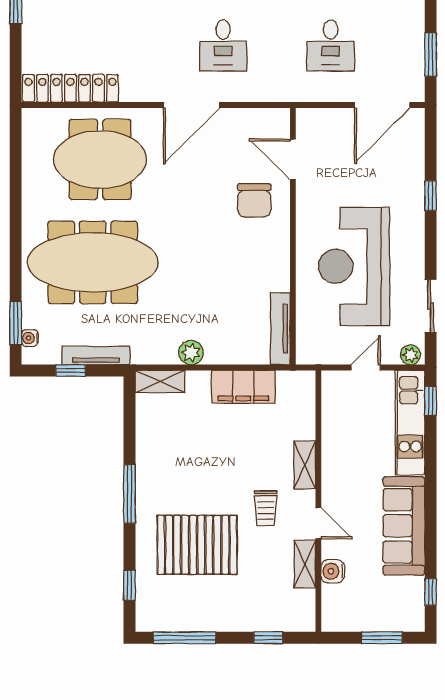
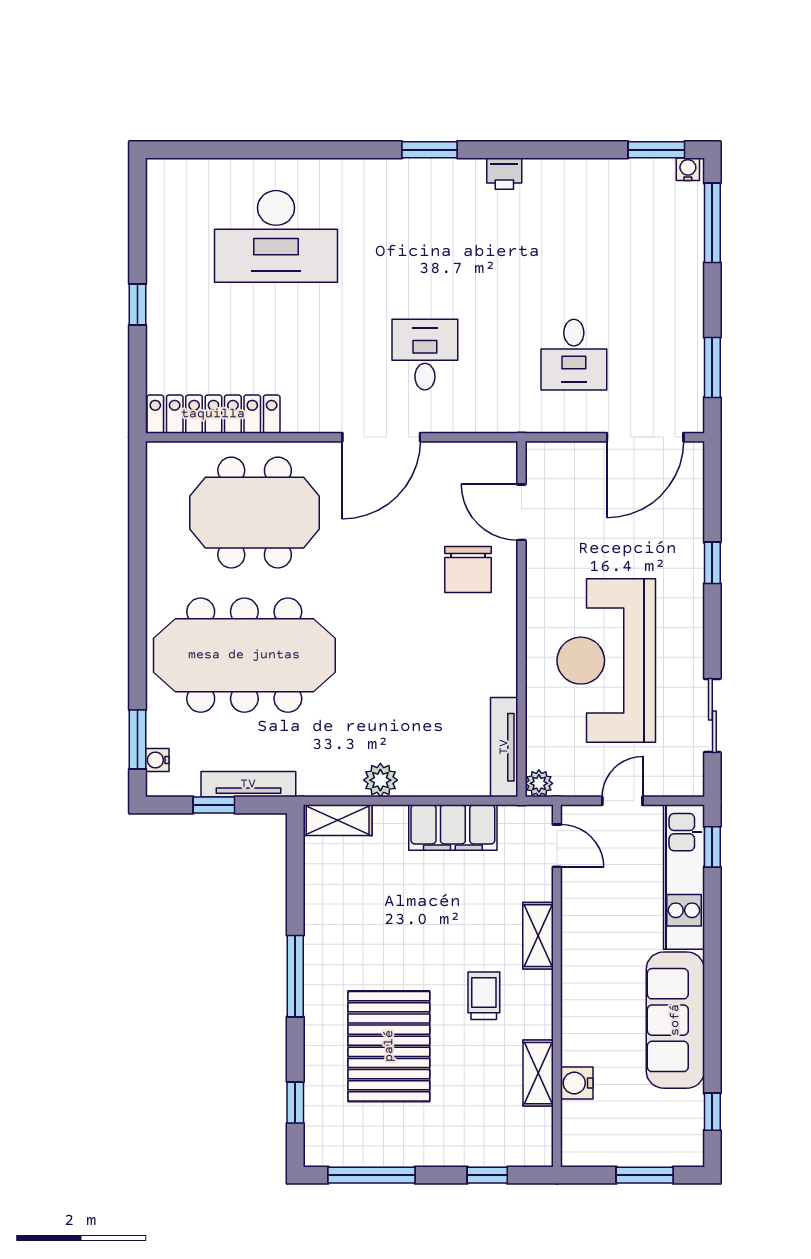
desk: (223, 45) -> (425, 355), turned 180
plant: (411, 355) -> (539, 783), moved
trolley: (266, 508) -> (484, 996), turned 180
door: (318, 523) -> (557, 846), moved
pallet: (197, 545) -> (389, 1046), turned 90

